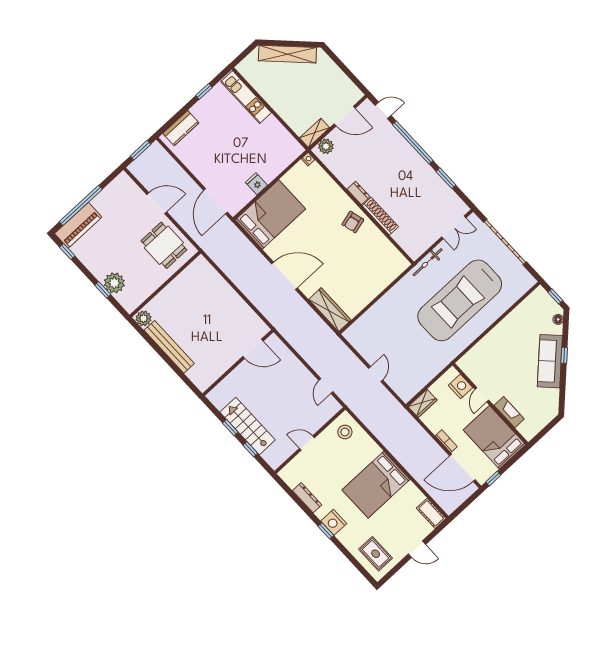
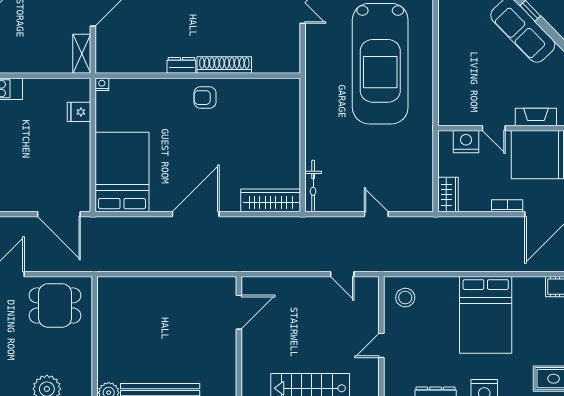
plant: (326, 146) -> (105, 55), removed
fridge: (256, 184) -> (79, 112), moved
armchair: (353, 222) -> (205, 98), turned 105
bicycle: (428, 262) -> (313, 186), moved

